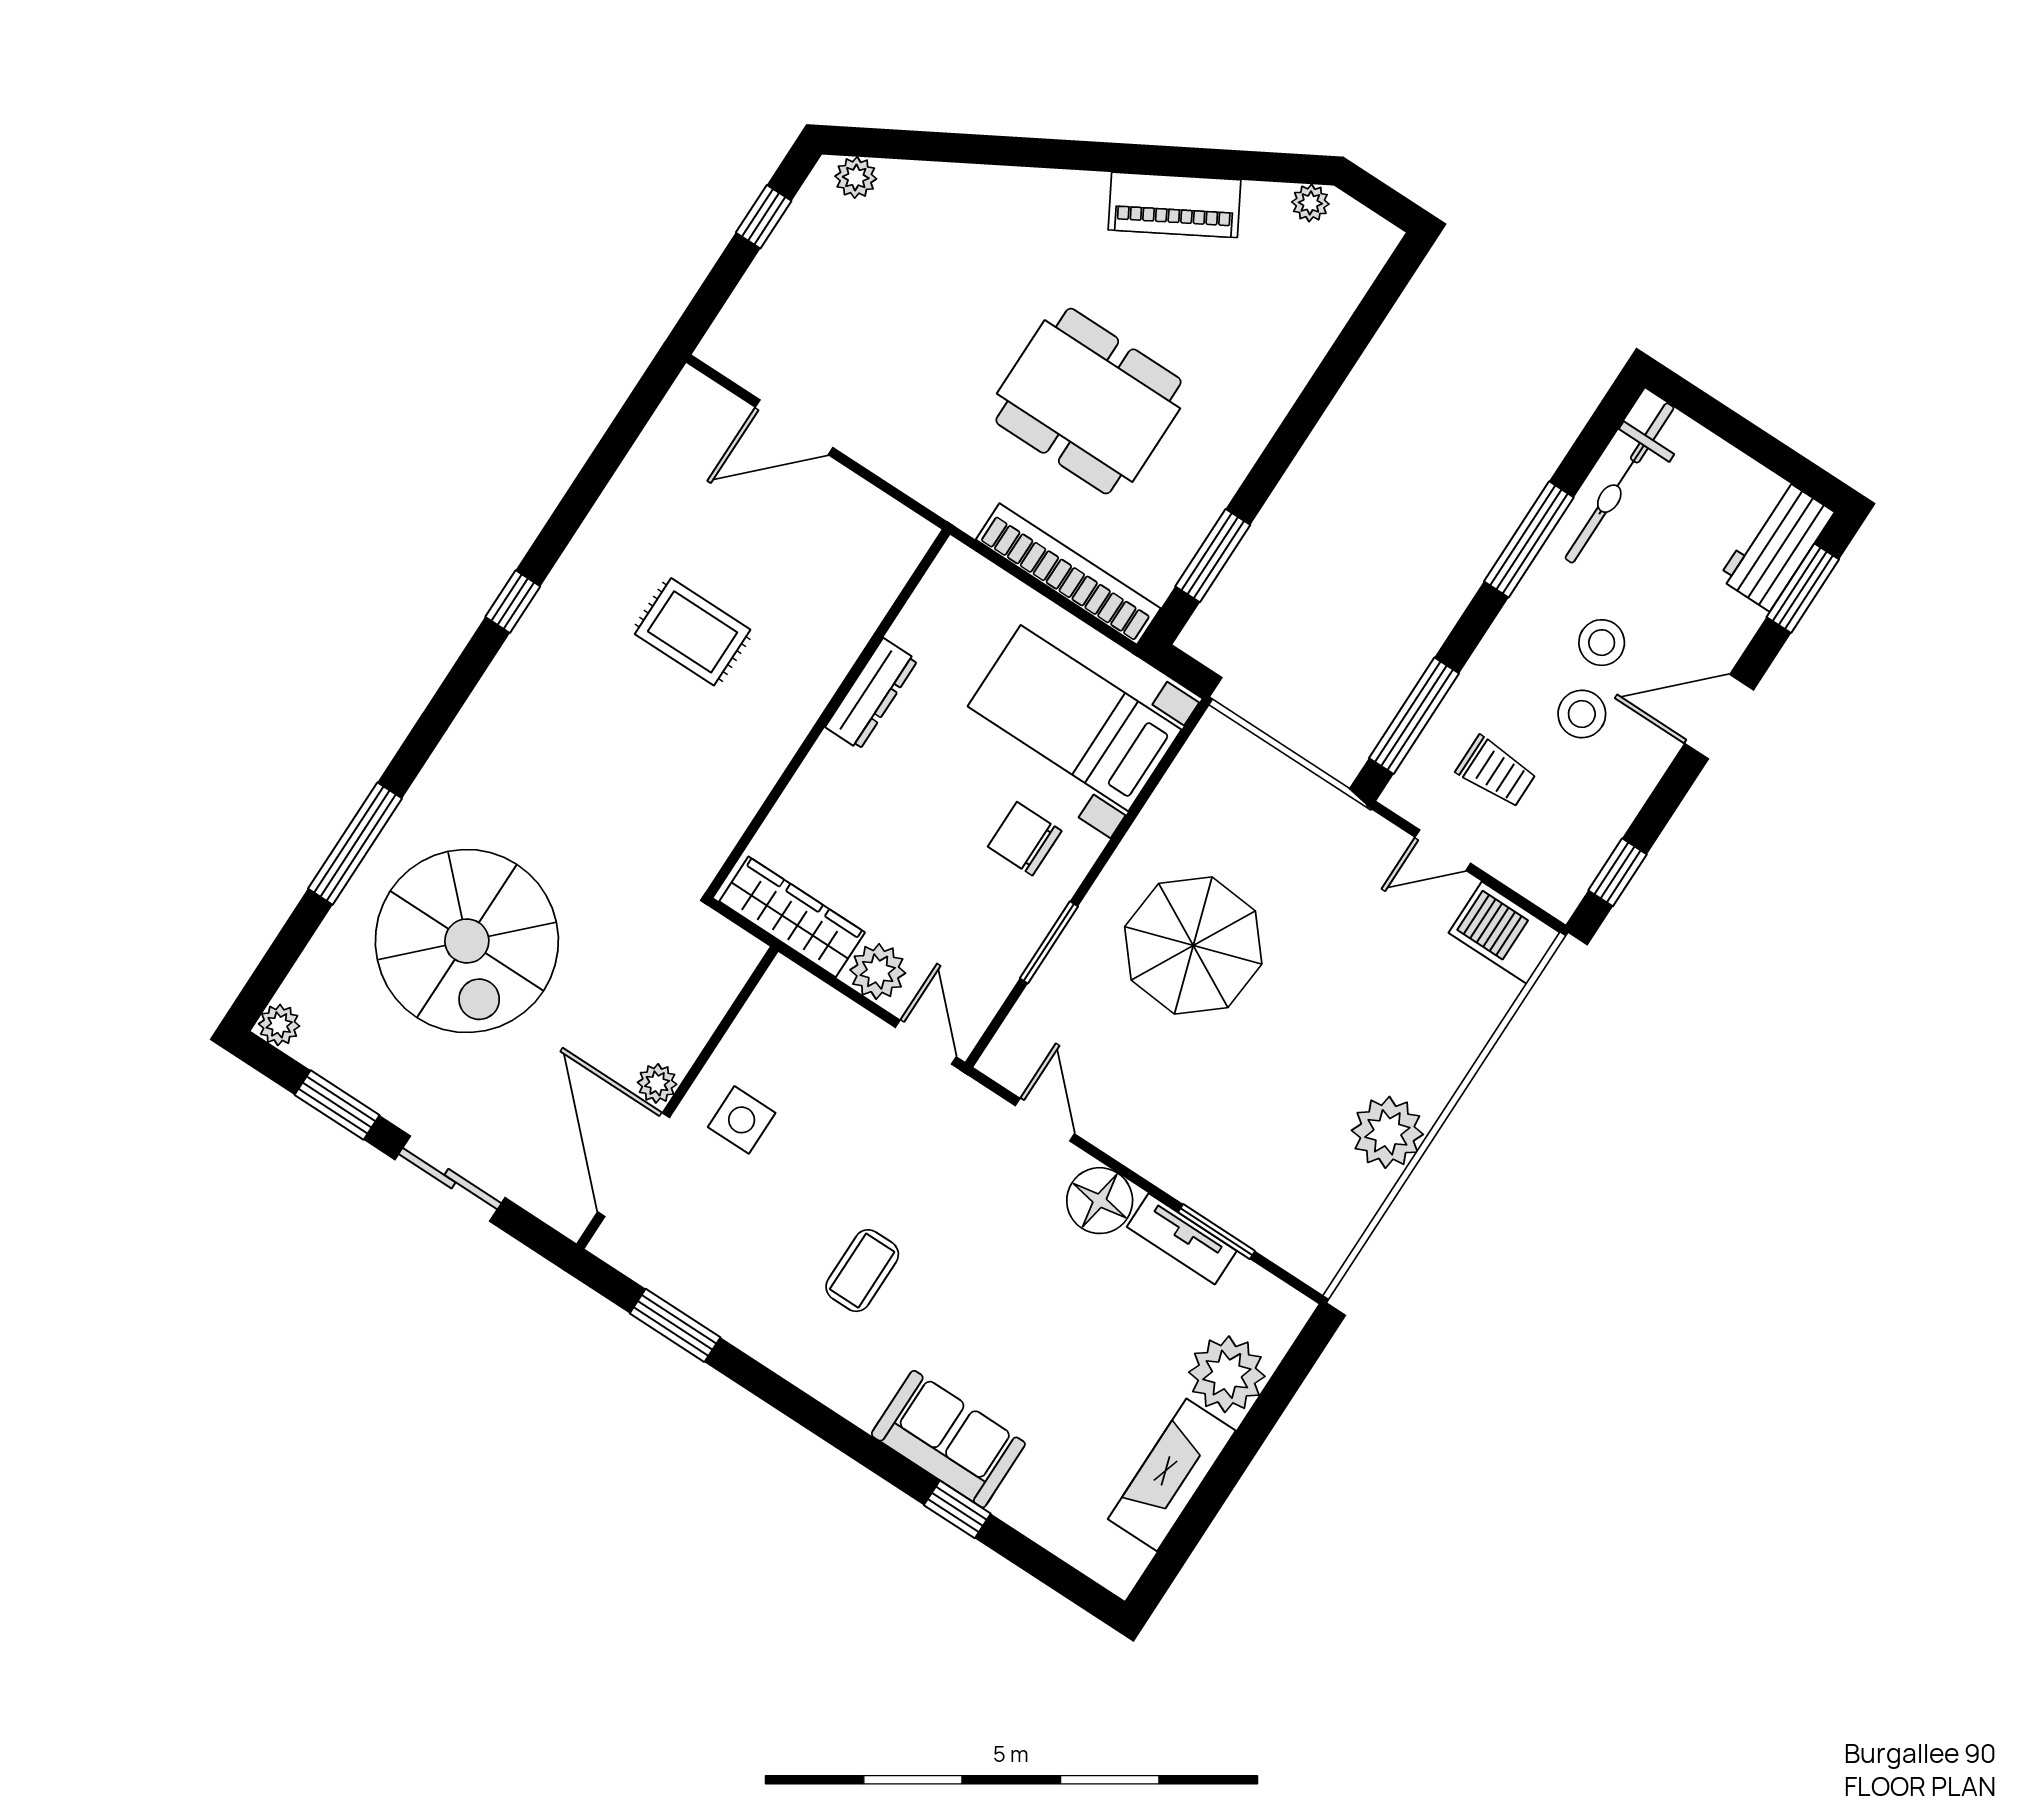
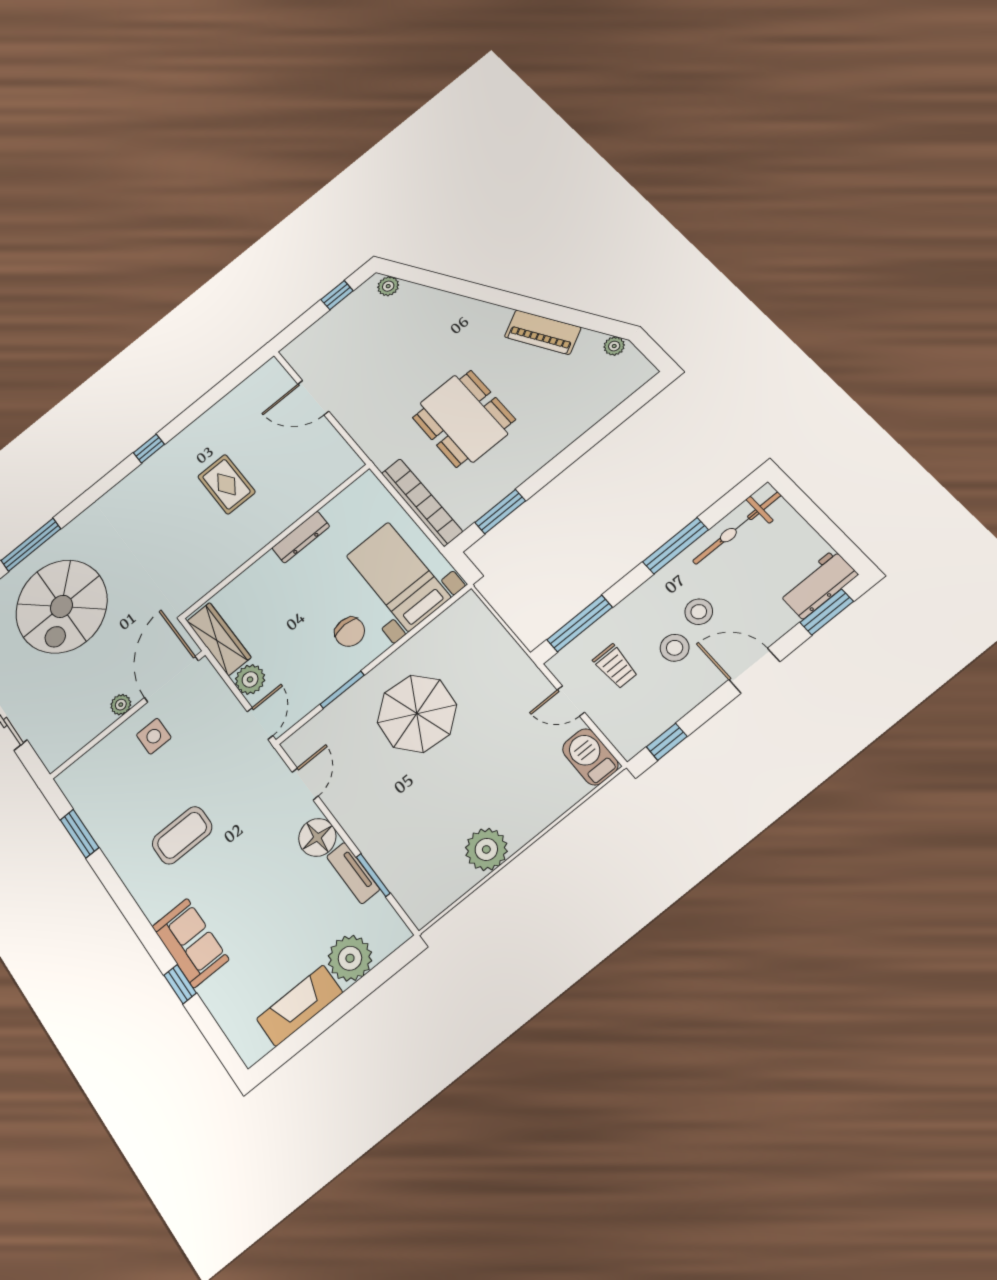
chair: (1025, 839) -> (350, 632), turned 180
door: (634, 1165) -> (171, 679), moved
coffee table: (862, 1271) -> (182, 835), width x1.36, depth x1.30

